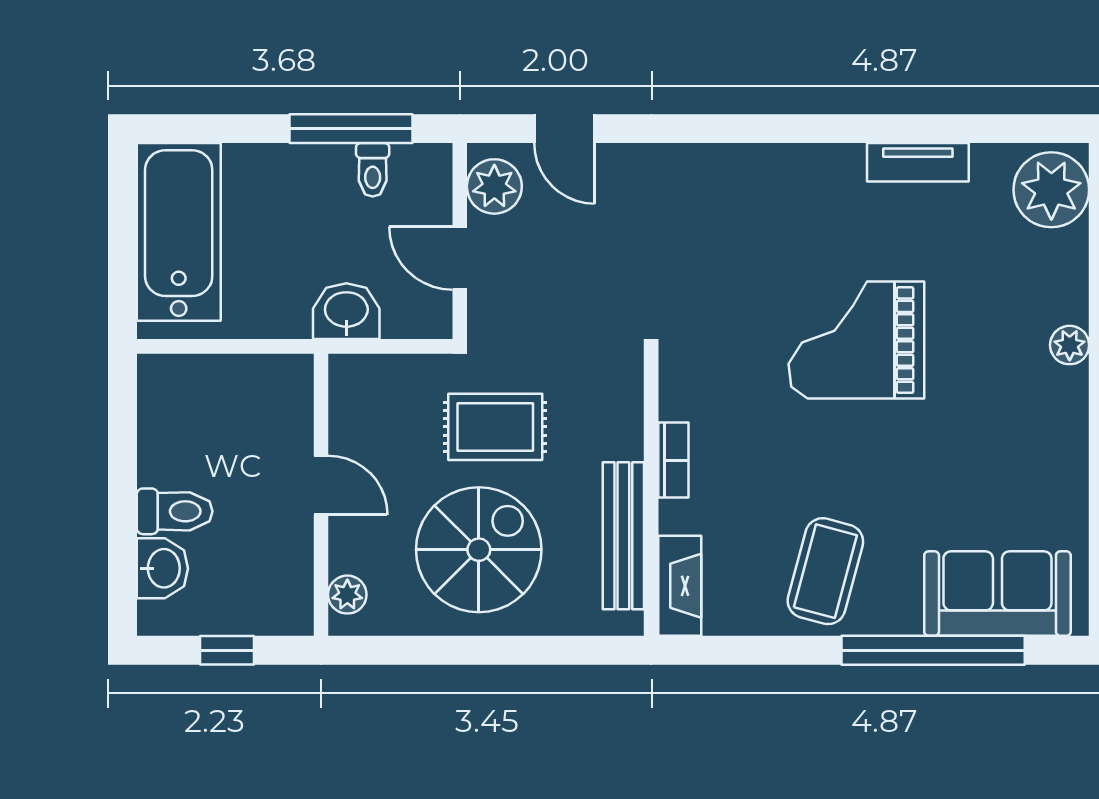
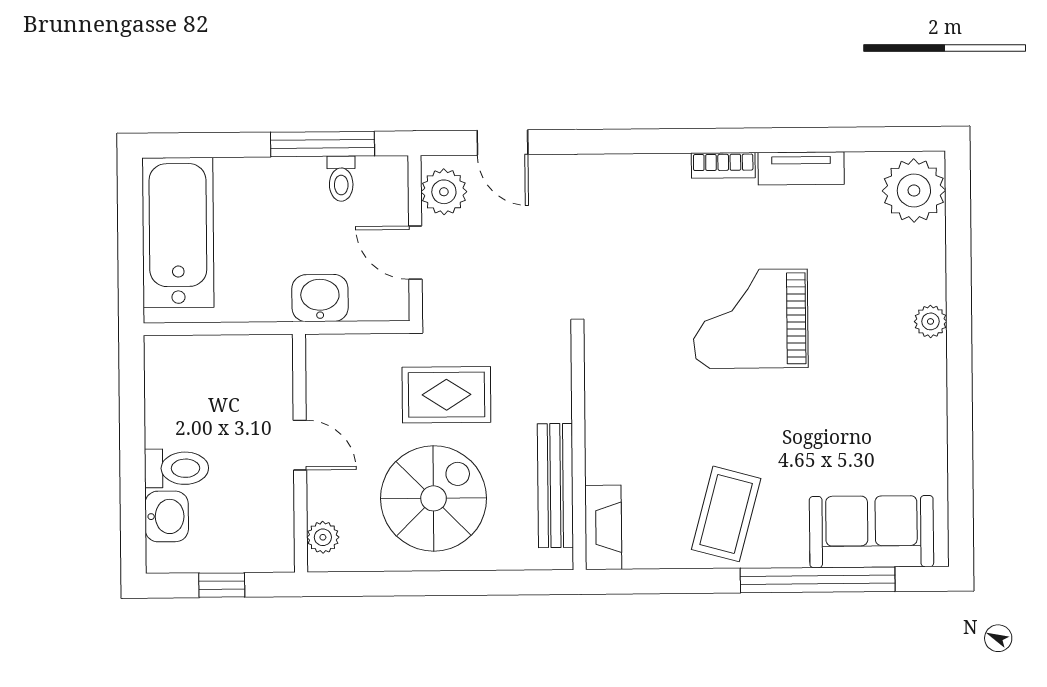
bookcase: (673, 460) -> (723, 165), moved, turned 90

